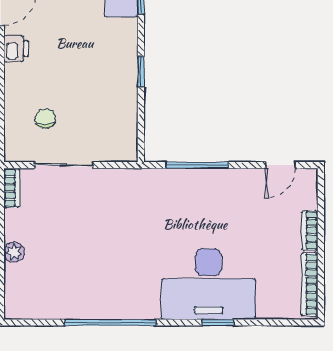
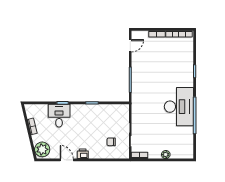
door: (281, 165) -> (130, 46), hinge flipped
desk: (209, 284) -> (179, 107), moved

